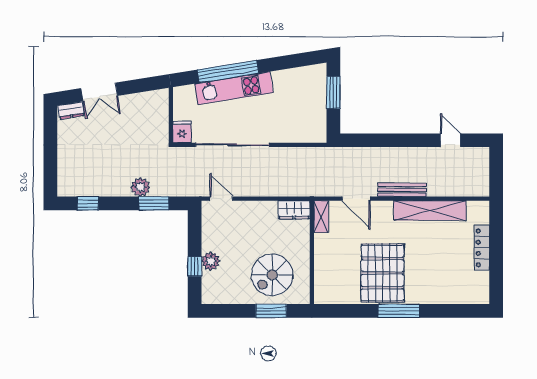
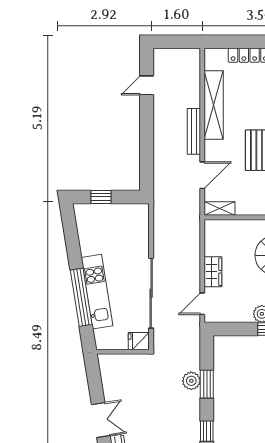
window: (333, 92) -> (101, 197), width x0.67
window: (154, 203) -> (207, 384), moved
wardrobe: (294, 210) -> (213, 272), moved

